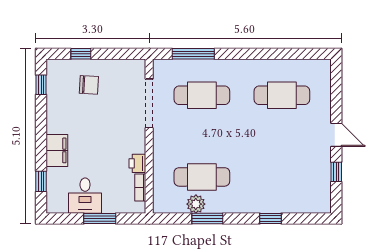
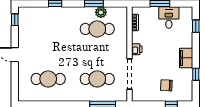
window: (41, 85) -> (196, 74), moved
filing cabinet: (57, 150) -> (186, 58), moved
printer: (137, 163) -> (137, 49), moved
window: (336, 172) -> (15, 20), moved

